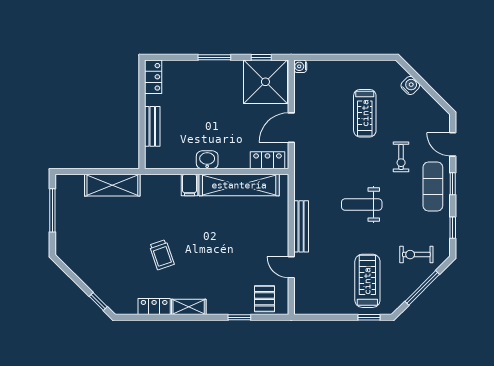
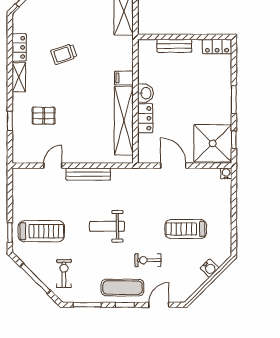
locker: (267, 160) -> (145, 118), moved
weight bench: (362, 205) -> (107, 226), turned -90
window: (453, 228) -> (87, 305), width x1.50
pallet: (264, 299) -> (44, 116), moved

